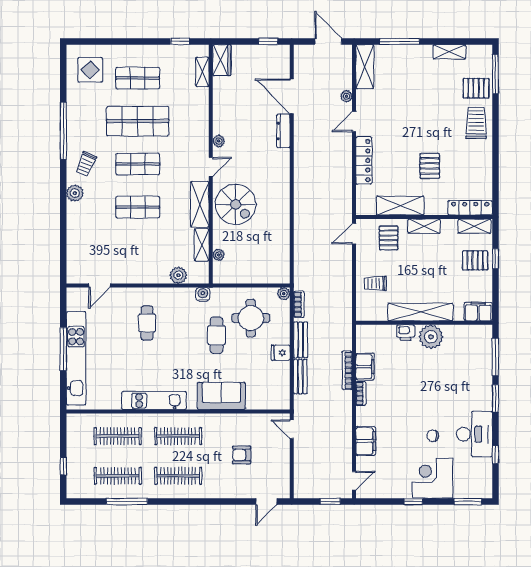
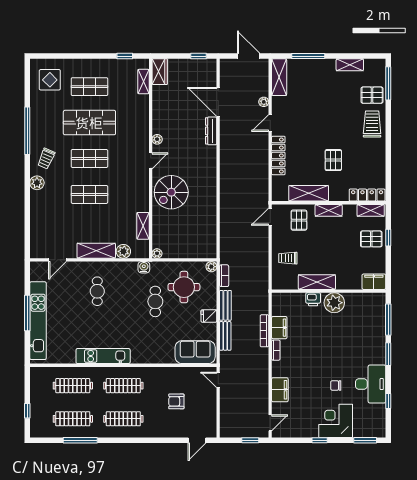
shelving: (200, 204) -> (96, 251), moved, turned 90
spiral stairs: (236, 204) -> (171, 192), turned 90
plant: (219, 255) -> (157, 253), moved
shelving: (420, 312) -> (317, 282), width x0.68
sofa: (221, 396) -> (195, 352), moved

